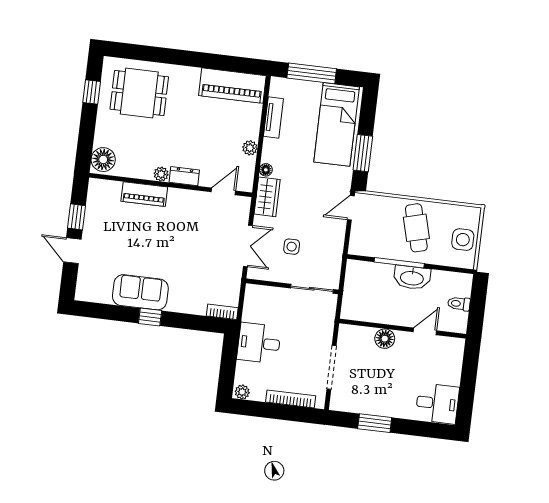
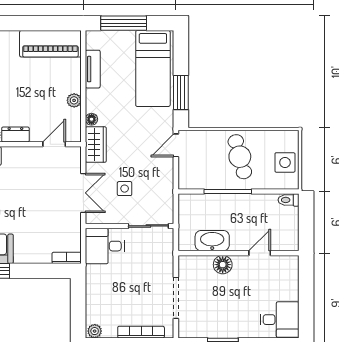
washbasin: (412, 278) -> (212, 241), moved, turned 180
toilet: (459, 304) -> (289, 200), moved
desk: (259, 343) -> (105, 246), moved

